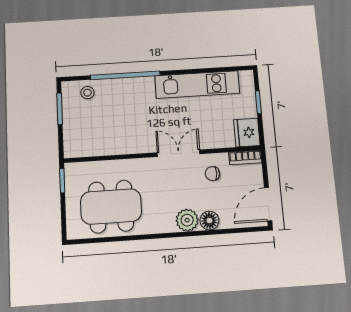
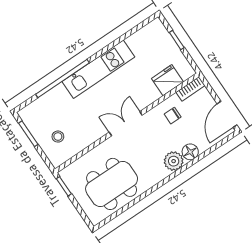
kitchen unit: (197, 84) -> (98, 69), moved
stool: (87, 93) -> (58, 137), moved
fridge: (247, 133) -> (167, 80), moved, turned 90
double door: (179, 153) -> (126, 124), moved

